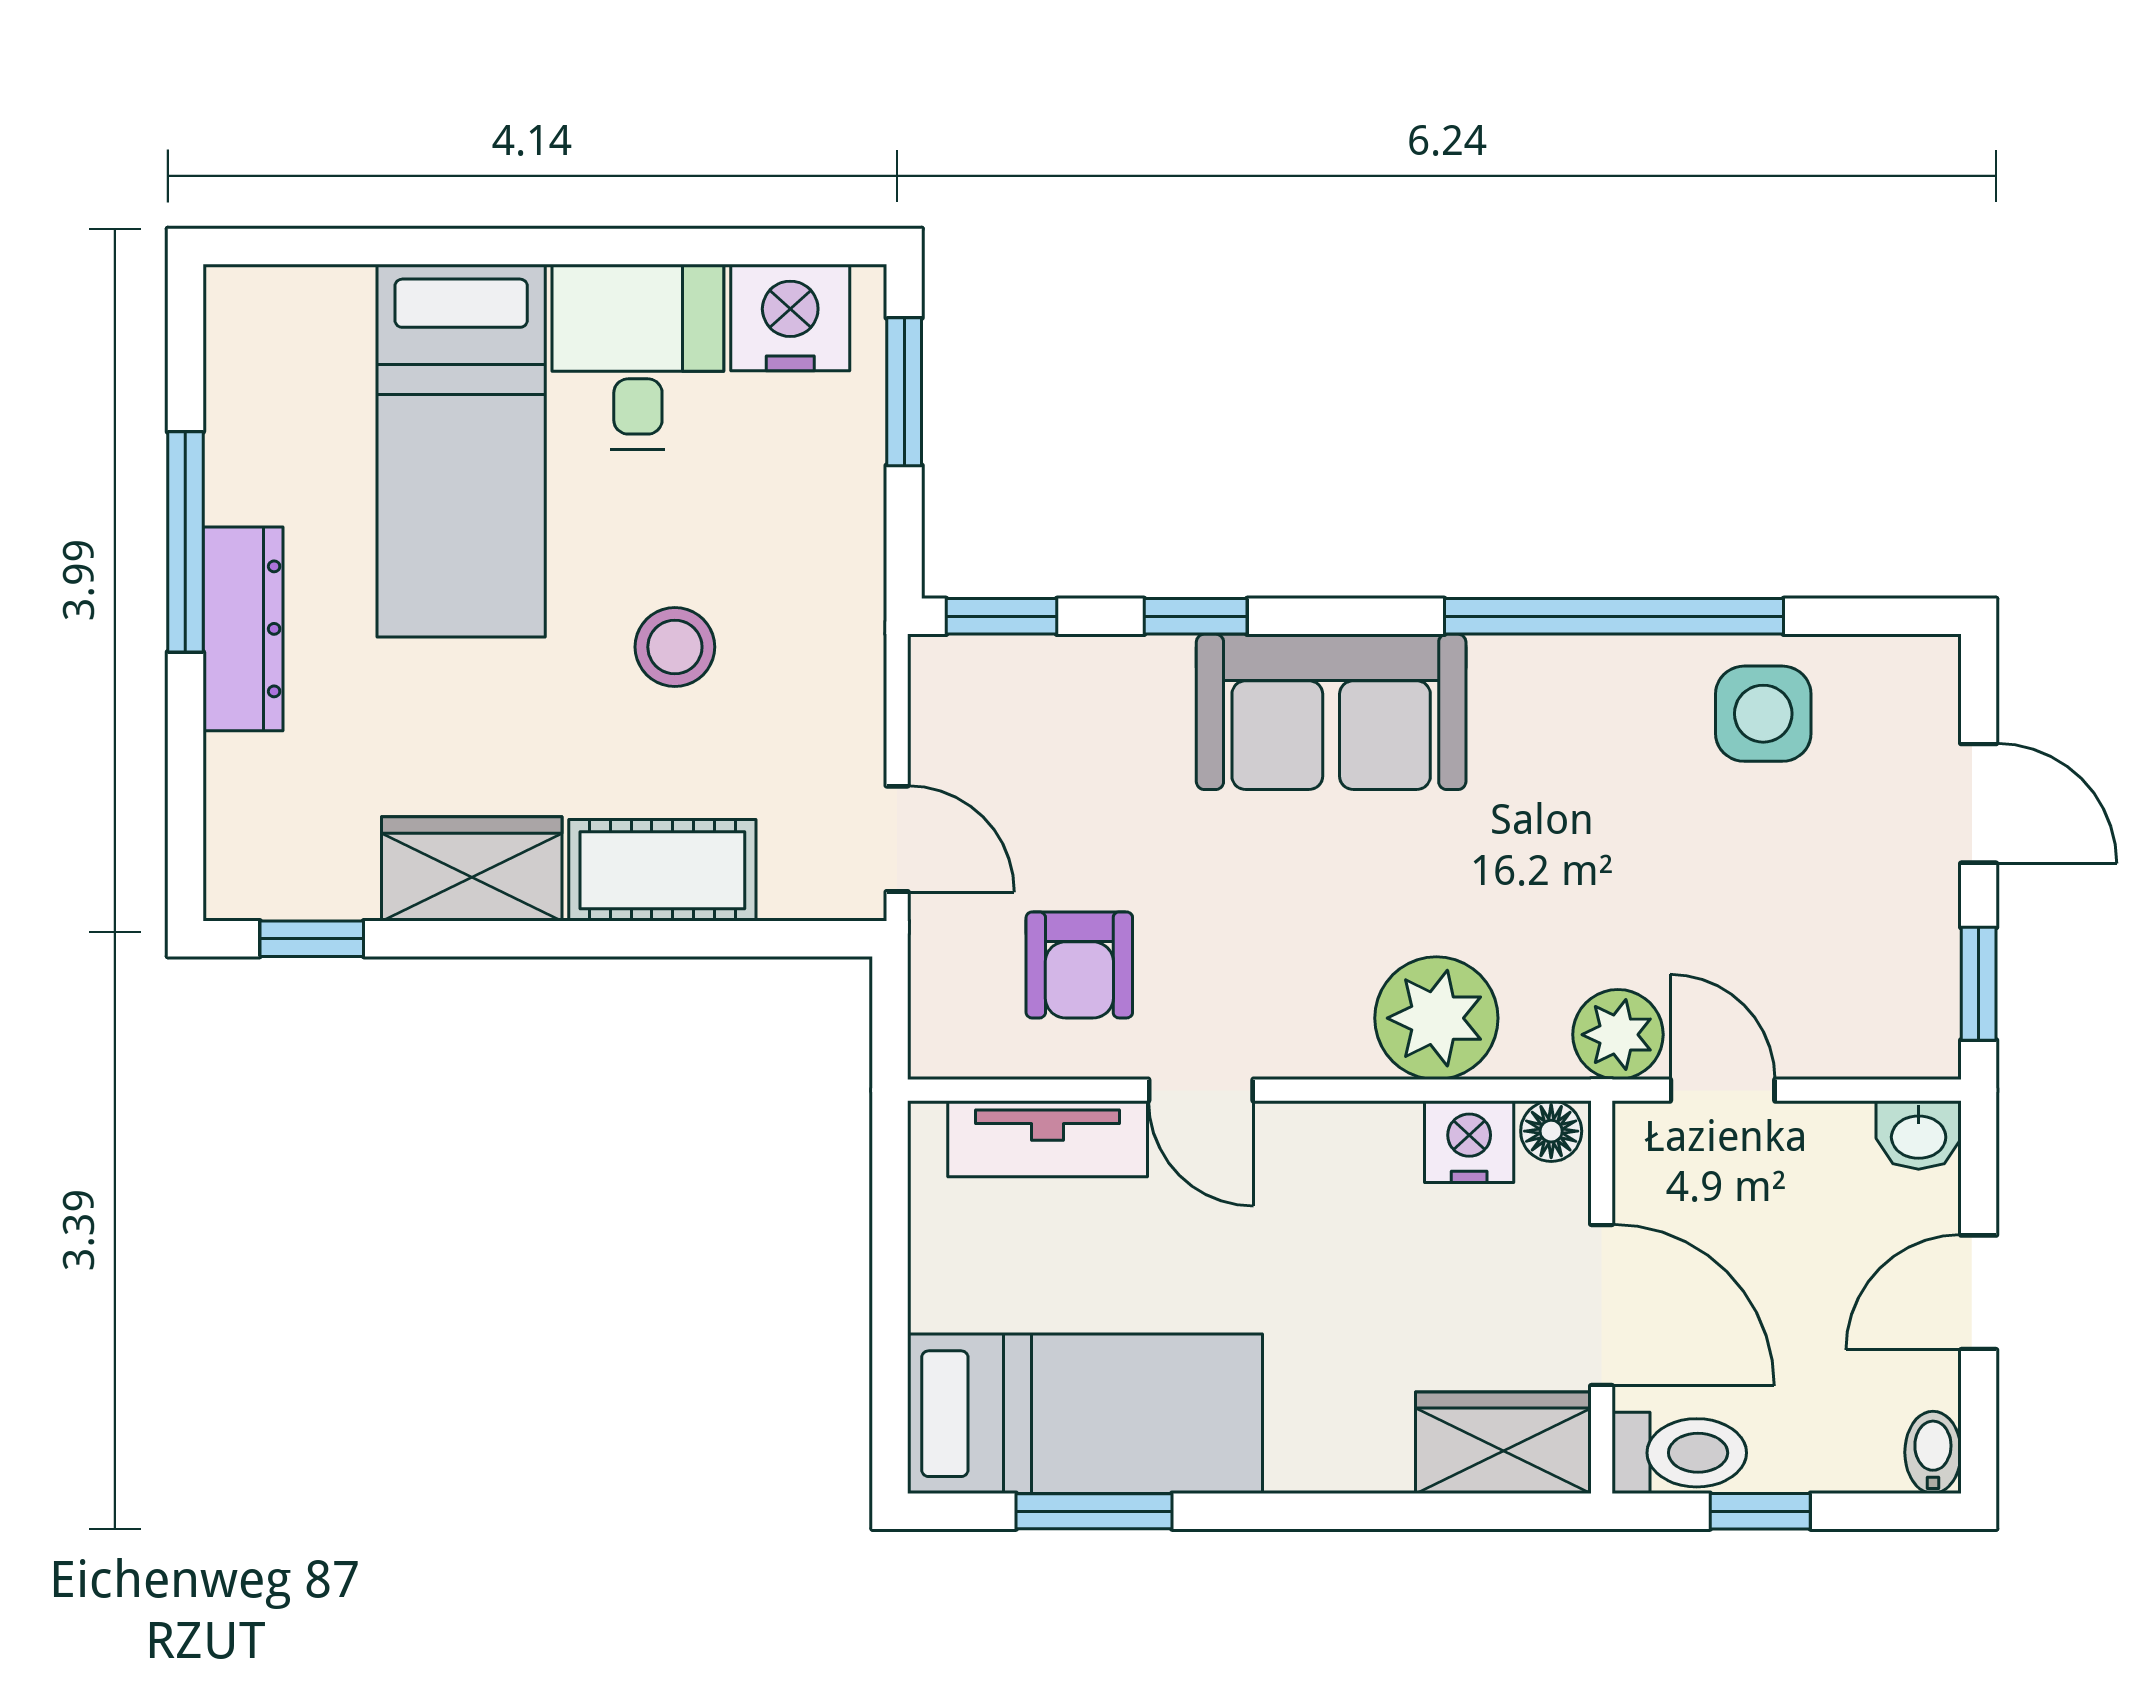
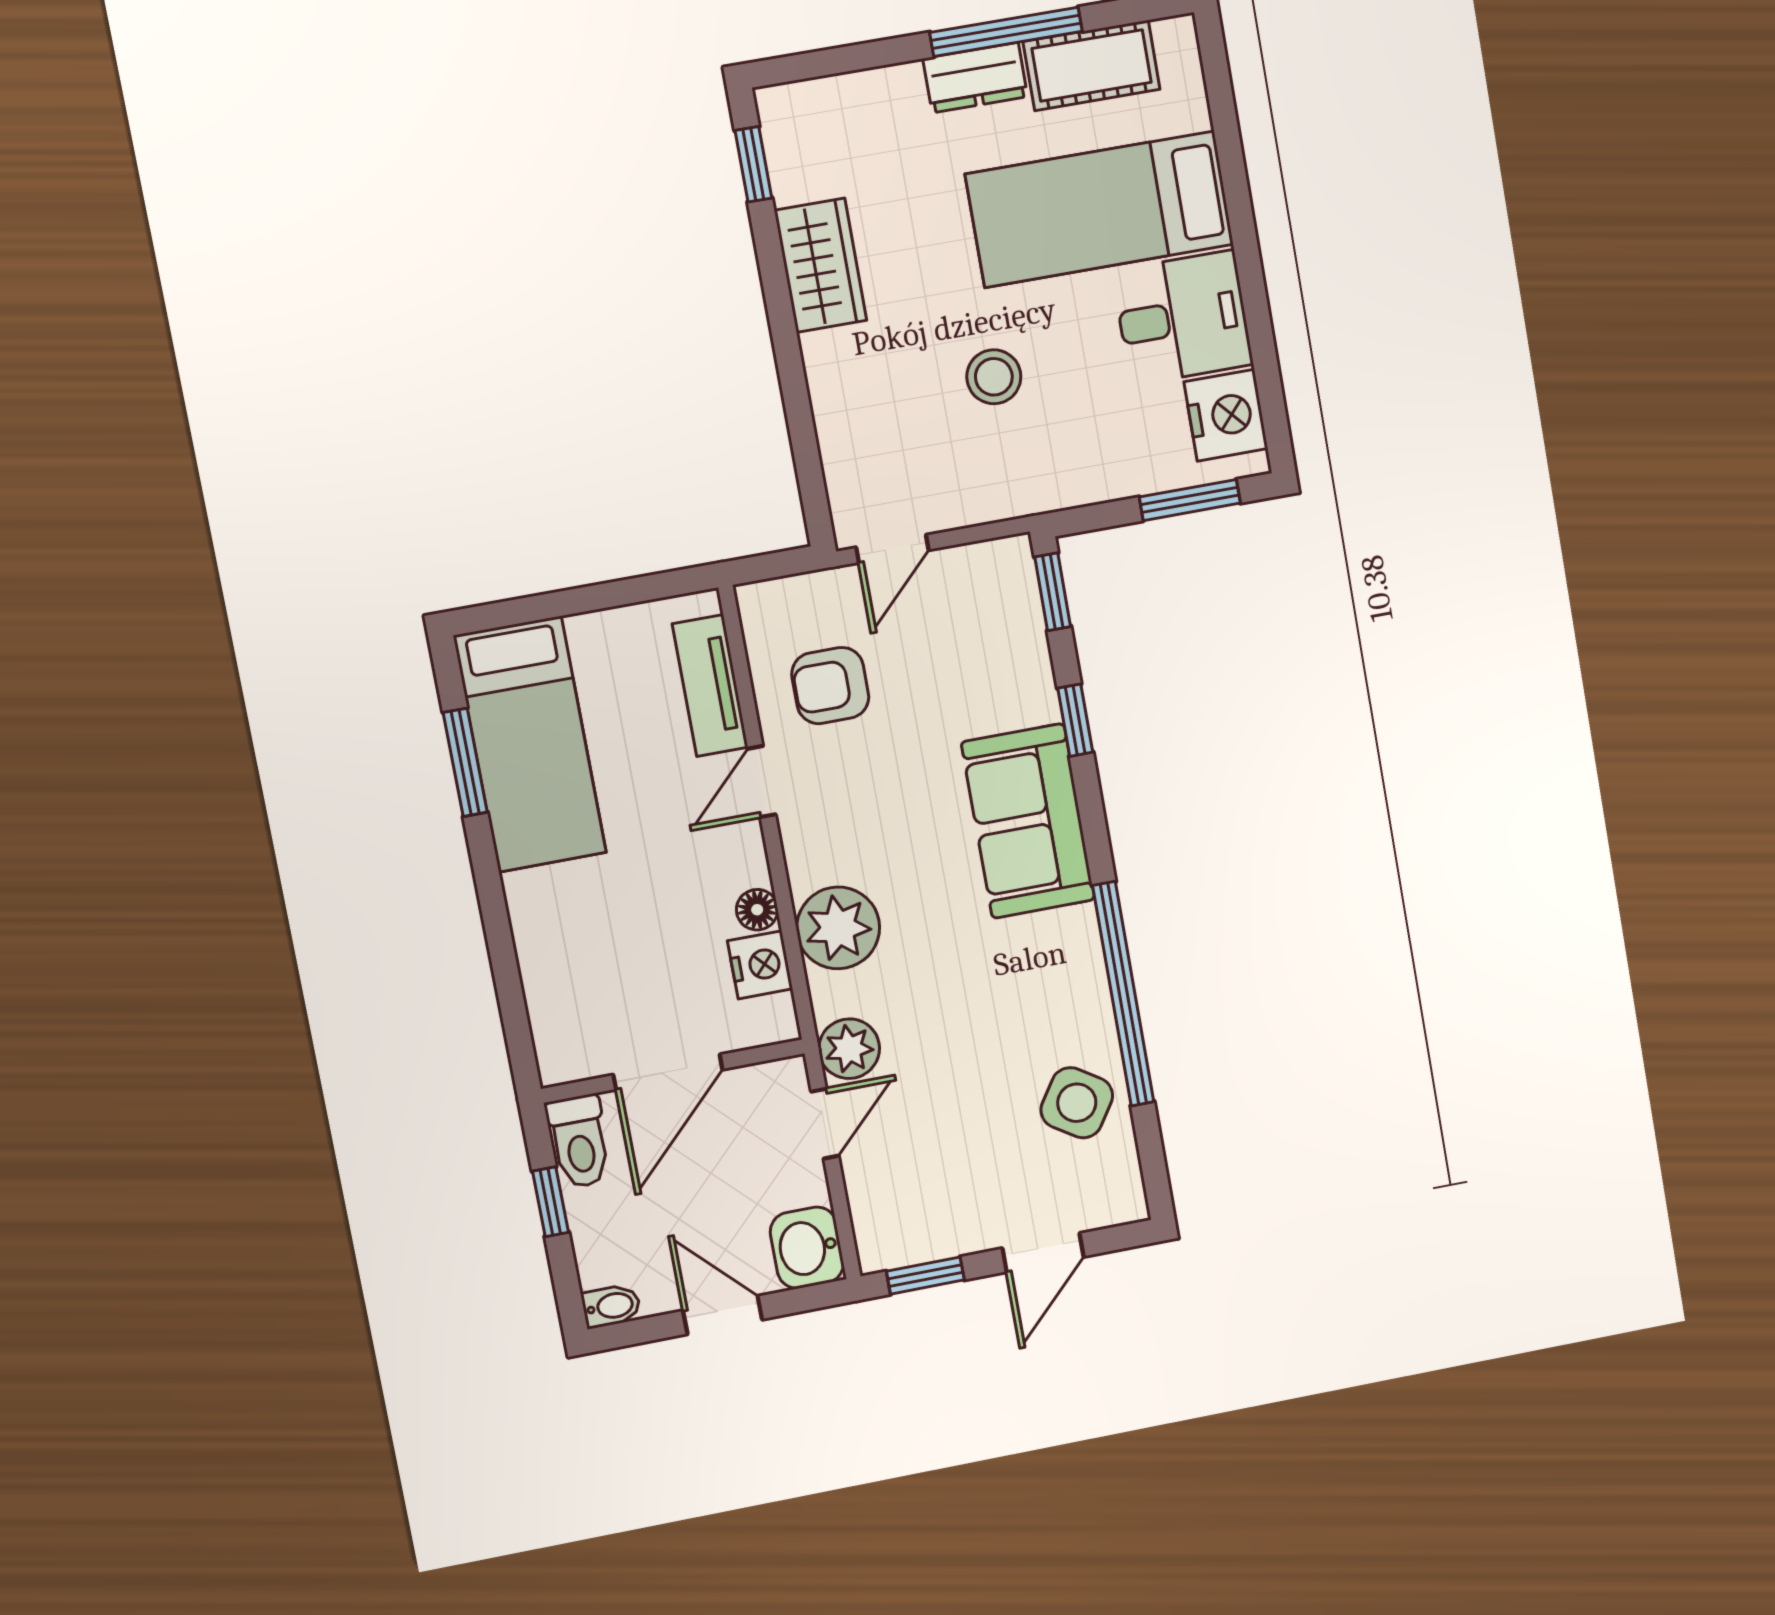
dresser: (243, 629) -> (975, 78), width x0.70
side table: (1763, 714) -> (1077, 1103), turned 33
cot: (662, 870) -> (1092, 65), moved, turned 90
floor lamp: (1551, 1131) -> (757, 910), moved
washbasin: (1919, 1135) -> (807, 1248), width x1.38, depth x1.45
wardrobe: (1503, 1443) -> (564, 1025), removed

